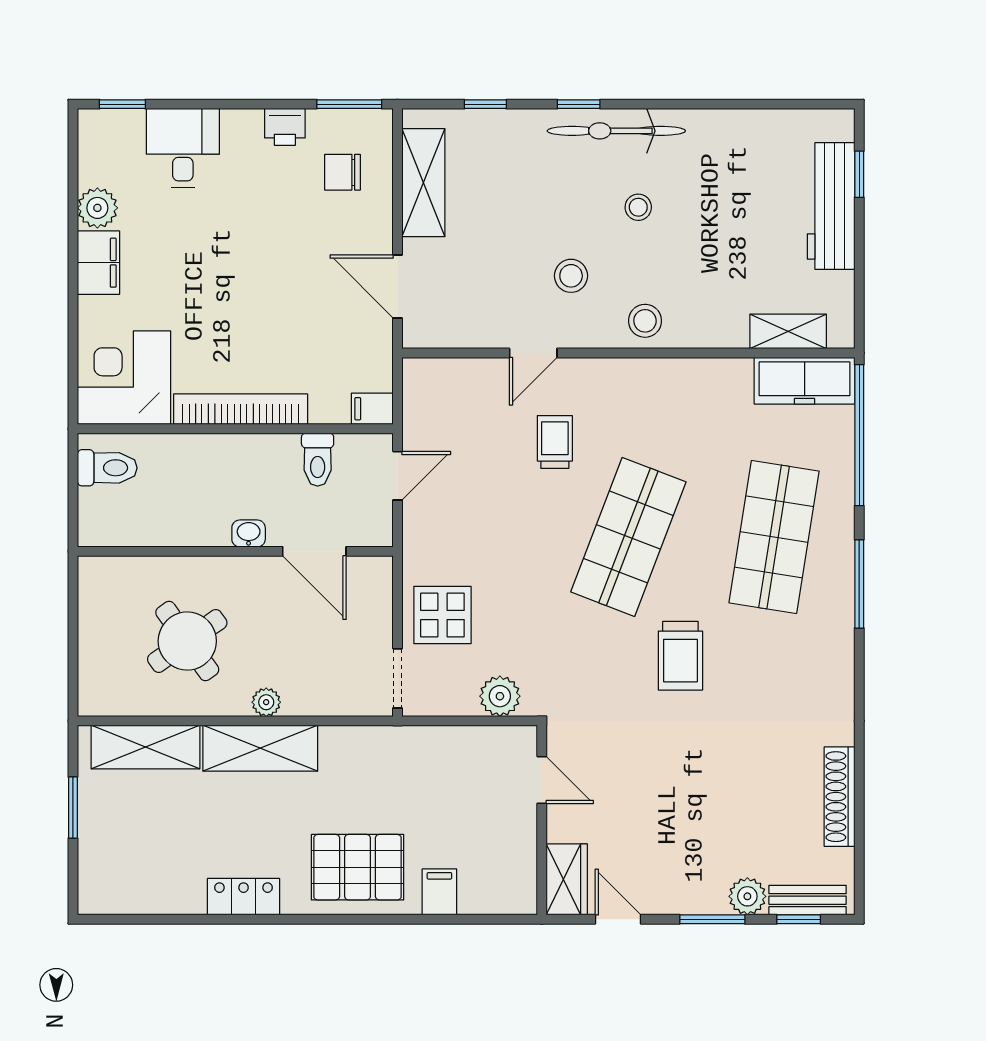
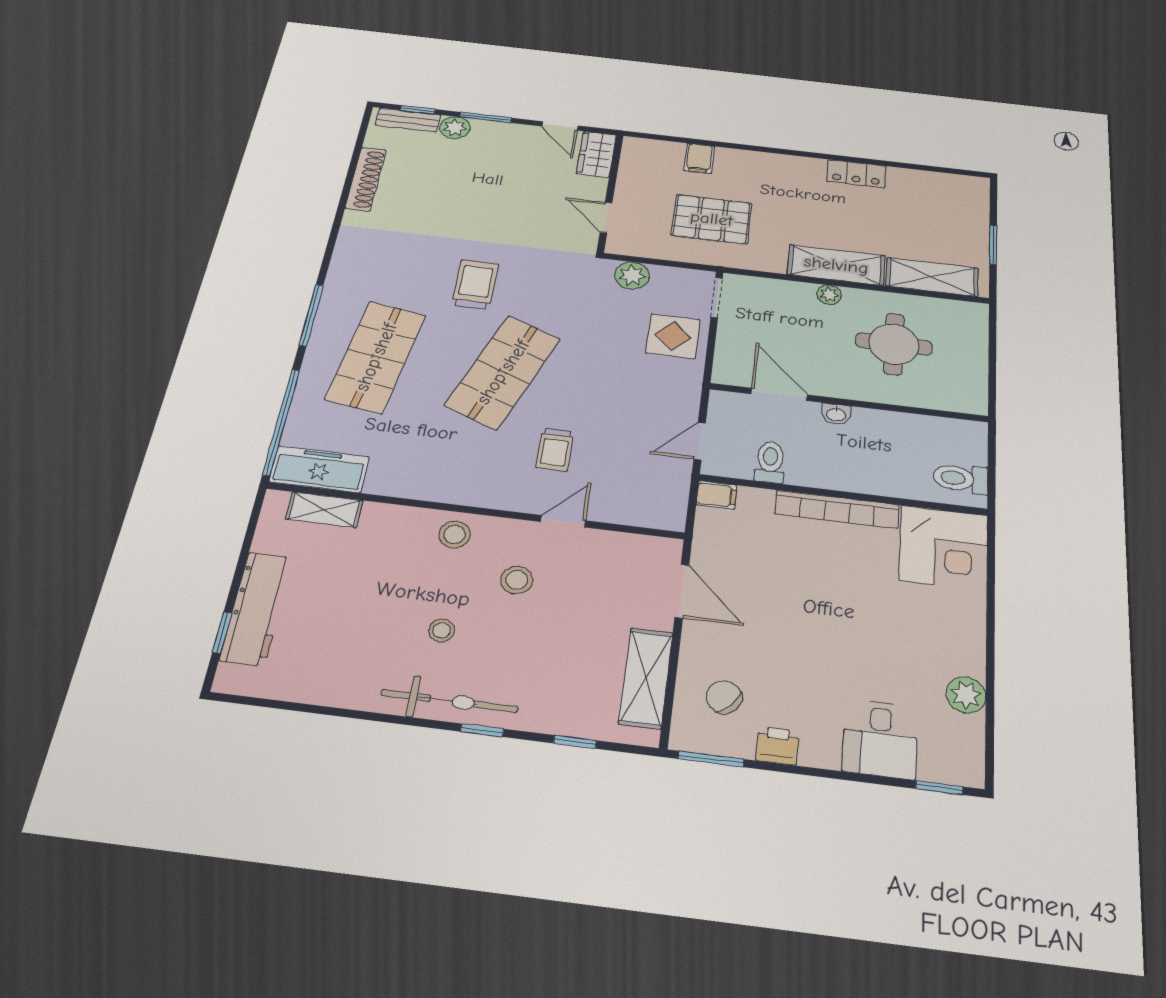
chair: (342, 172) -> (724, 697), turned -137
filing cabinet: (98, 263) -> (966, 647), removed
round table: (187, 641) -> (894, 344), turned 35
pallet: (358, 867) -> (712, 219), moved

